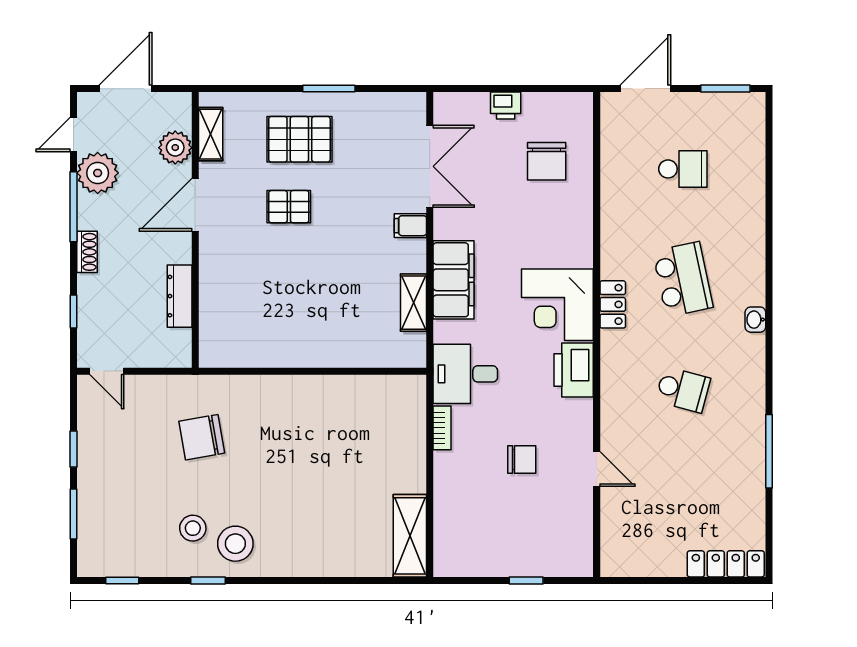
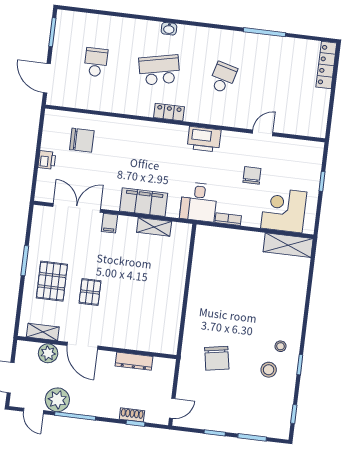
shoe rack: (87, 252) -> (132, 415), moved
corner desk: (557, 305) -> (284, 210), moved, turned 180
washbasin: (755, 320) -> (169, 29), moved
stool: (235, 544) -> (281, 346), width x0.53, depth x0.53

